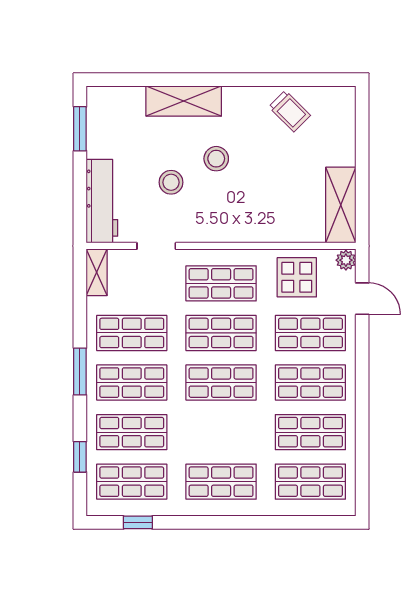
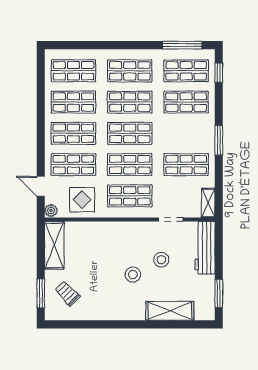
shelving: (184, 101) -> (170, 311), moved
trolley: (290, 111) -> (67, 293), moved
window: (362, 129) -> (41, 293), added
shop shelf: (132, 383) -> (130, 102), moved
window: (80, 457) -> (219, 73), moved
window: (138, 522) -> (182, 45), width x2.17

